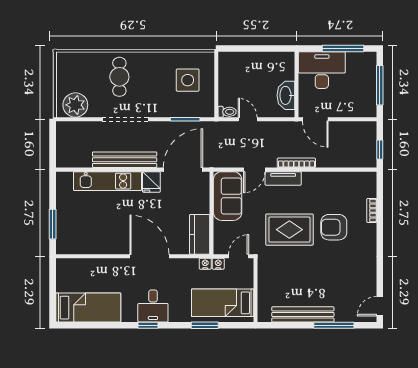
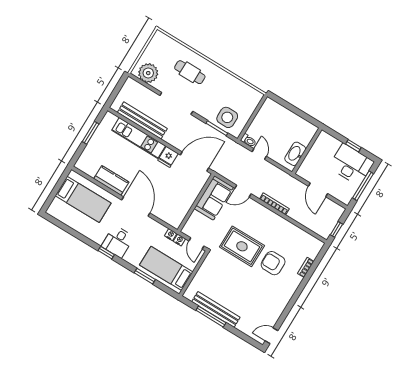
window: (343, 49) -> (353, 146), width x0.46
desk: (322, 70) -> (351, 165), moved
cafe table: (119, 77) -> (190, 72), turned 90
side table: (188, 80) -> (227, 117), moved
door: (315, 119) -> (318, 190), moved
bench: (125, 160) -> (142, 120), moved
tv unit: (283, 178) -> (259, 209), removed
window: (53, 224) -> (91, 133), moved
kitchen counter: (200, 234) -> (111, 180), moved, turned 90
door: (239, 256) -> (196, 243), swing flipped
bed: (88, 308) -> (83, 199), moved
window: (334, 325) -> (211, 317), moved

